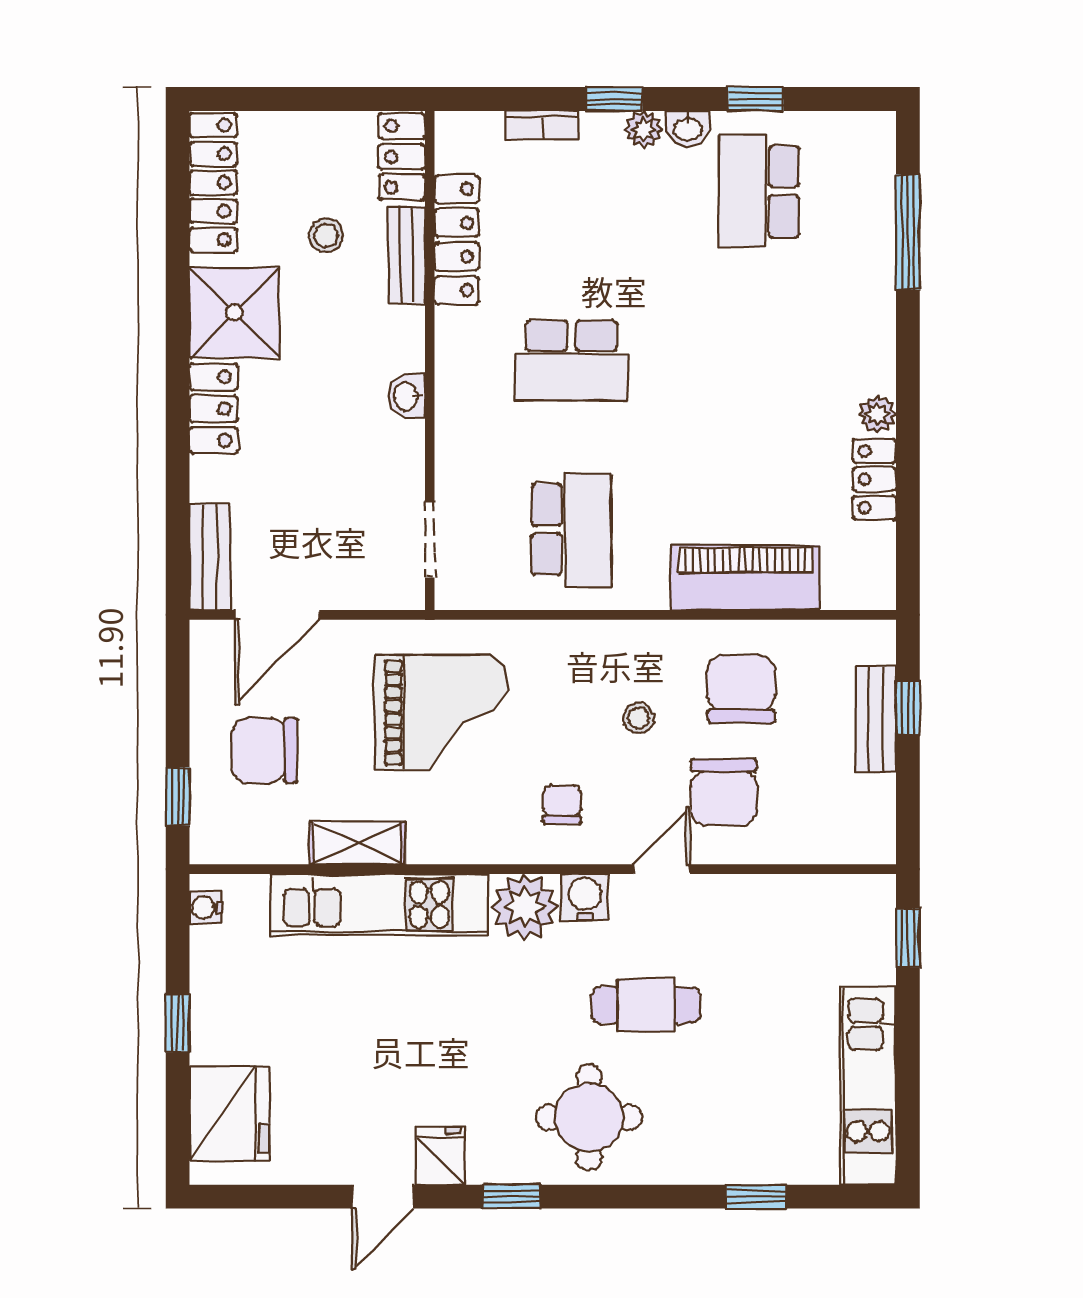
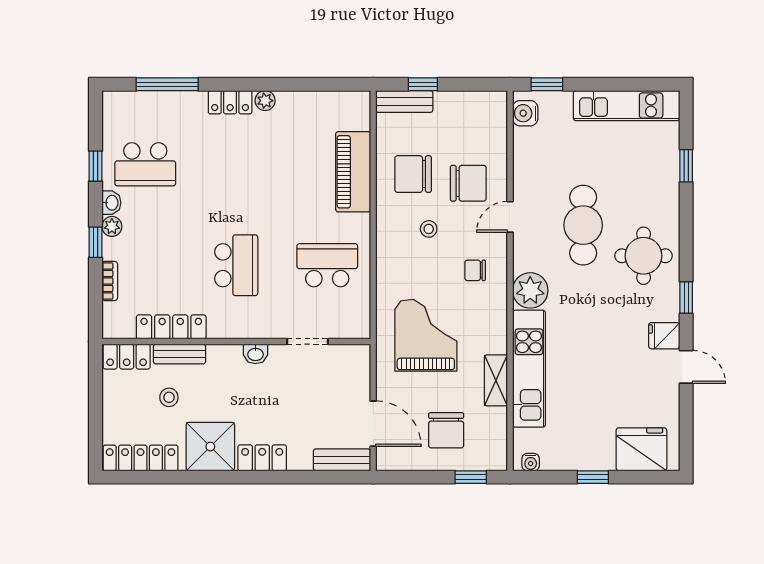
locker: (875, 479) -> (230, 102), moved
doorway: (430, 539) -> (307, 341), moved
bench: (876, 719) -> (404, 101), moved
door: (661, 869) -> (510, 217), hinge flipped
water cooler: (585, 897) -> (525, 113), moved
cafe table: (646, 1005) -> (583, 225), width x1.37, depth x1.35

